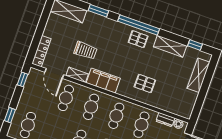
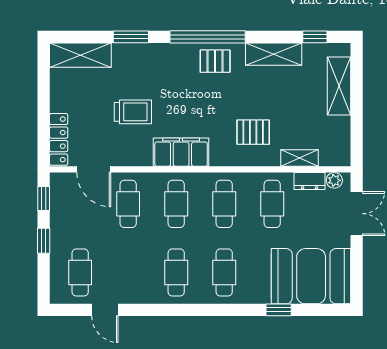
shelving: (77, 75) -> (300, 158), moved
window: (10, 115) -> (44, 241), moved

